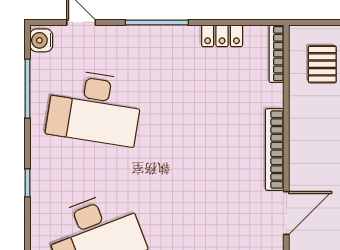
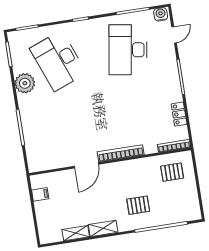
door: (286, 213) -> (86, 165), hinge flipped

